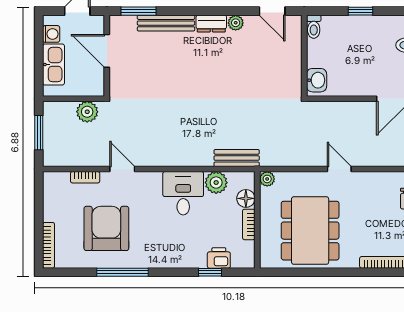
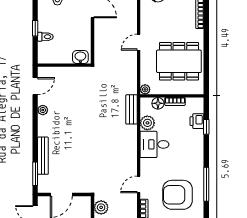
dresser: (211, 24) -> (43, 126), removed
toilet: (314, 27) -> (45, 37), moved

